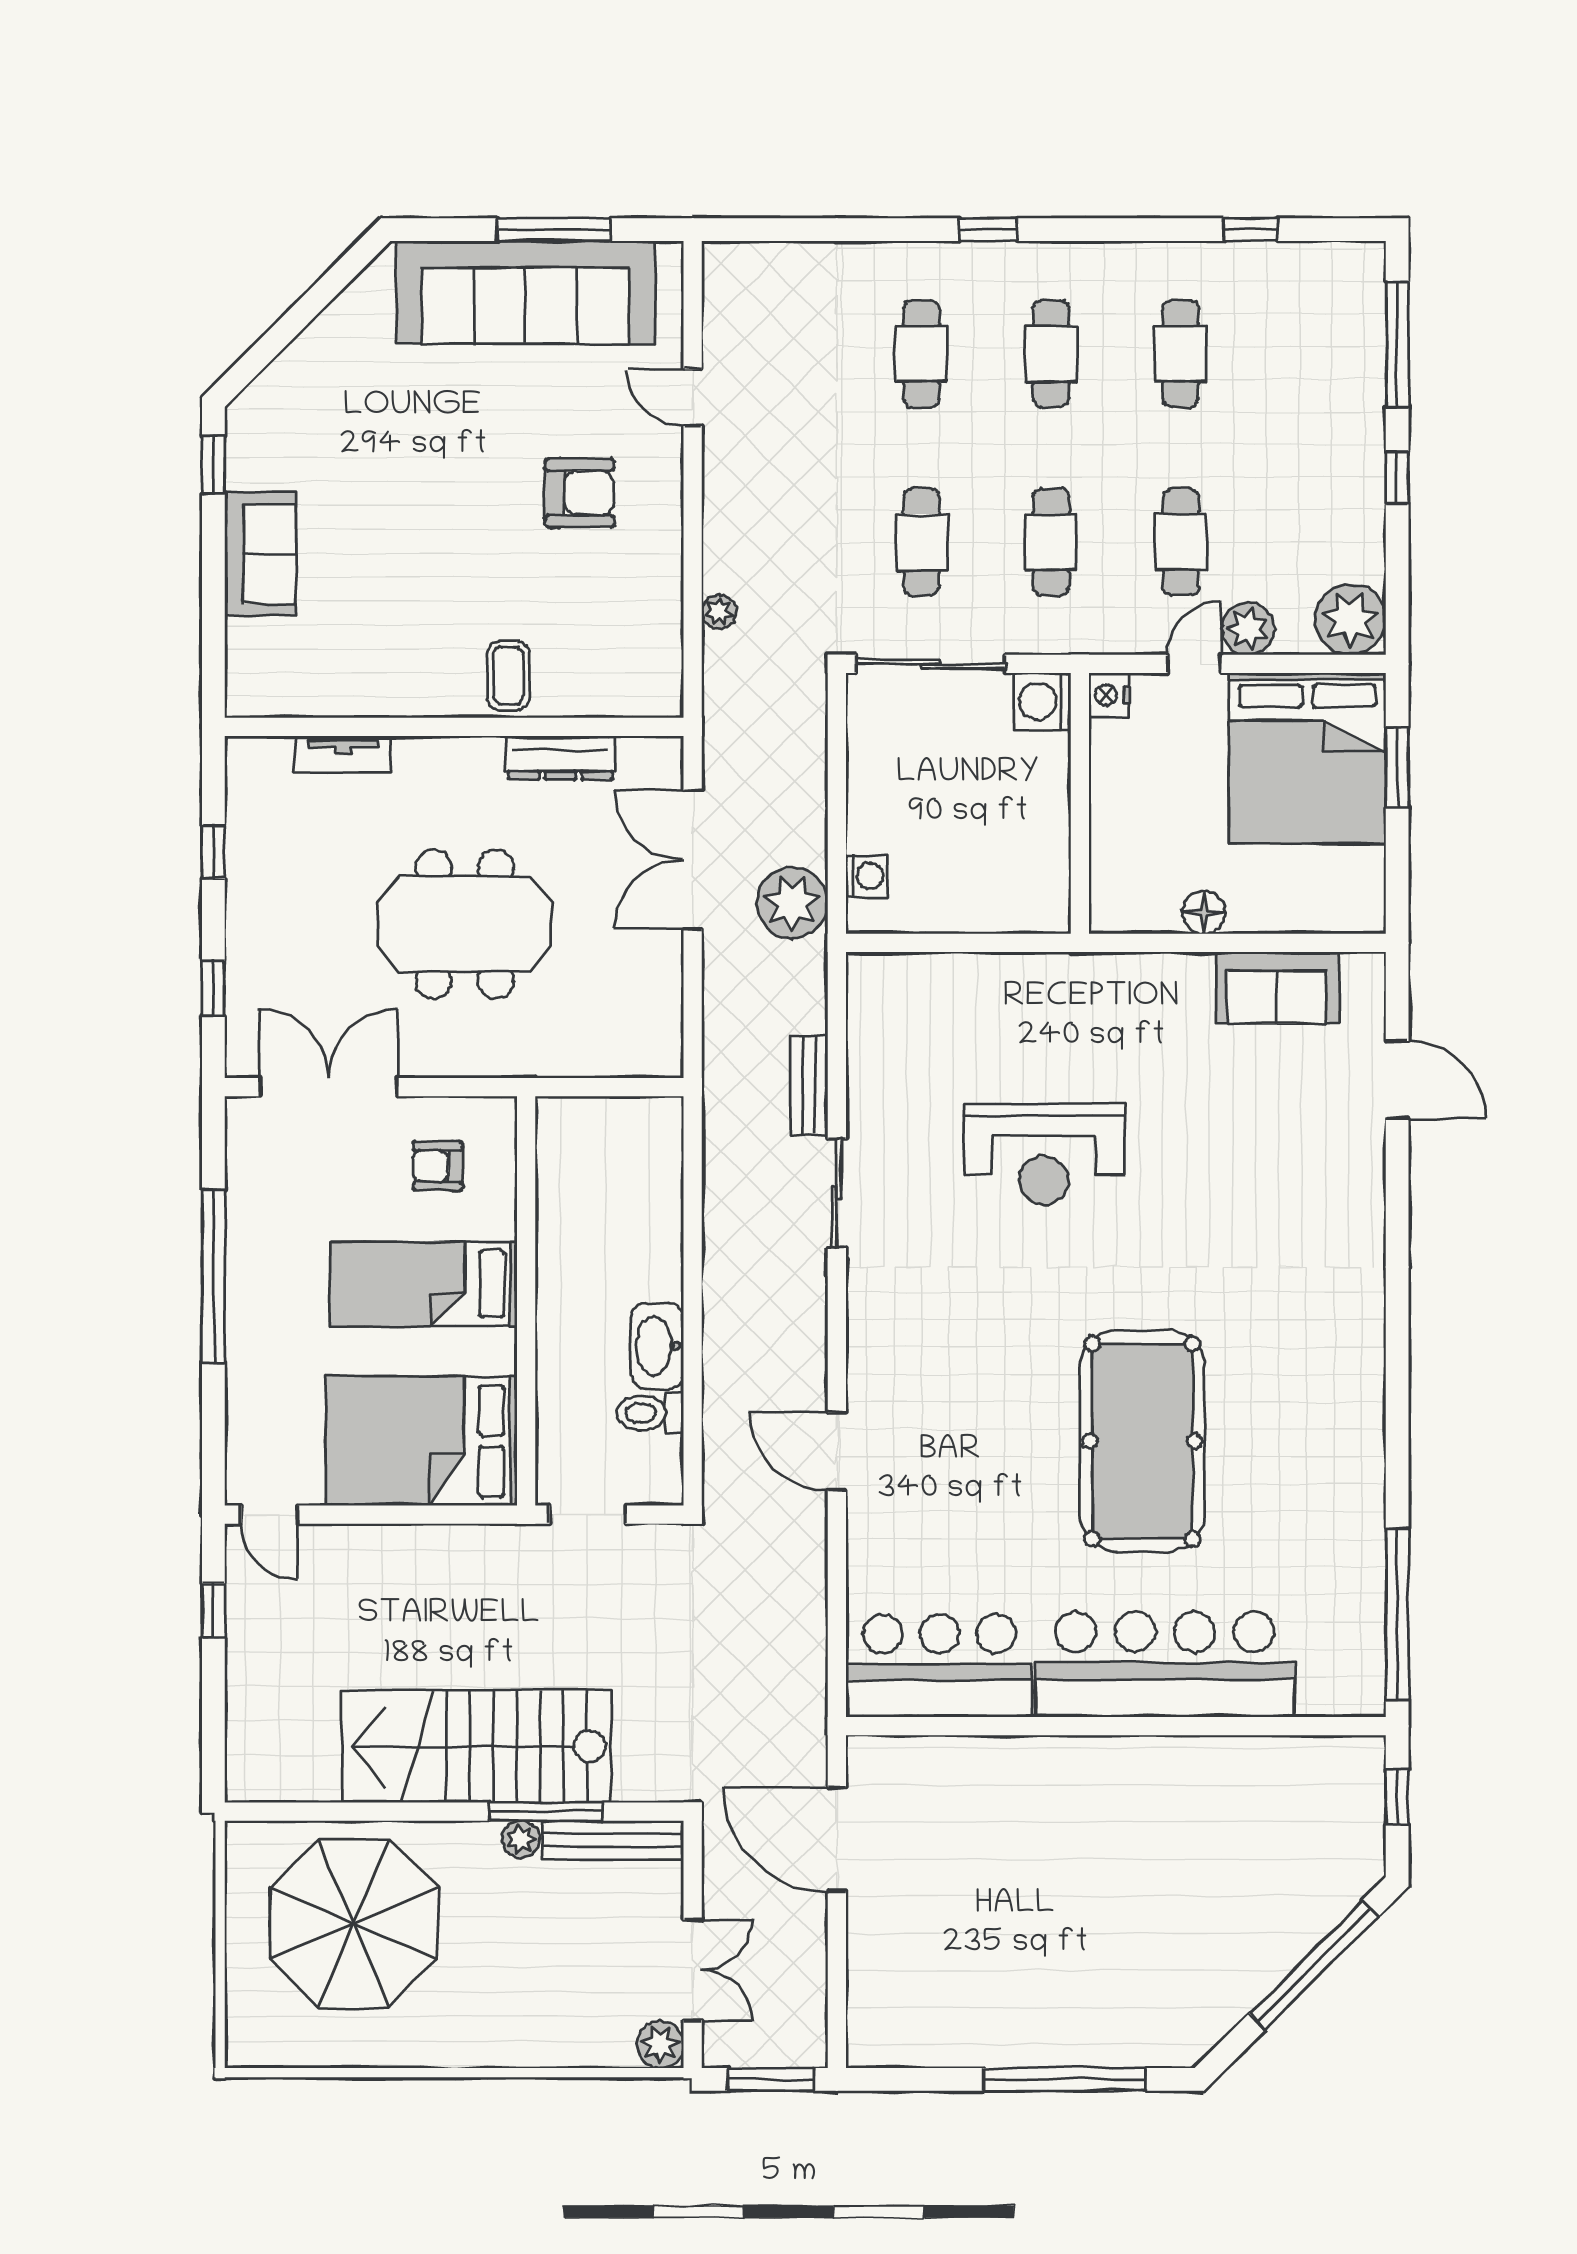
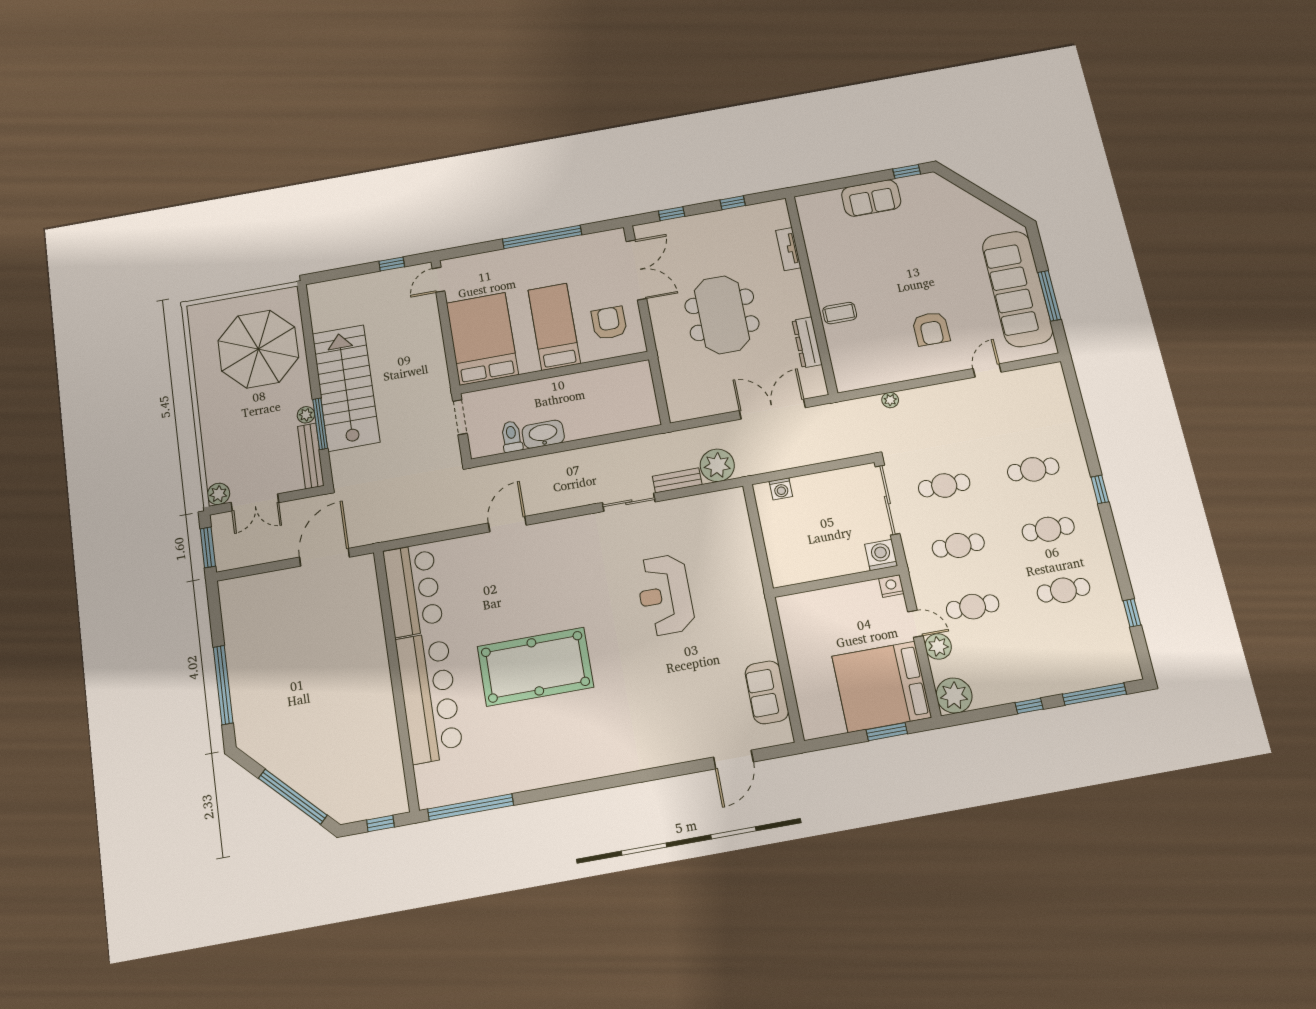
plant: (792, 903) -> (717, 465), moved
floor lamp: (1204, 913) -> (796, 650), removed
armchair: (438, 1166) -> (609, 323), width x1.38, depth x1.38

